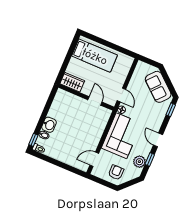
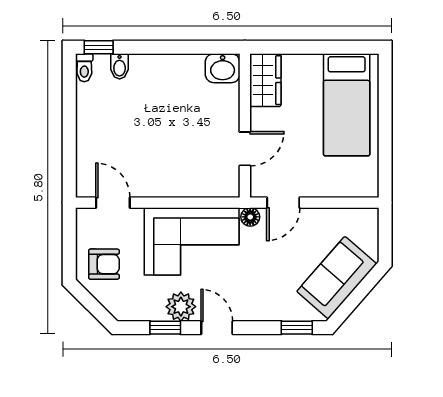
washbasin: (49, 125) -> (223, 68), moved
door: (158, 140) -> (217, 328), hinge flipped
plant: (139, 162) -> (181, 307), moved

